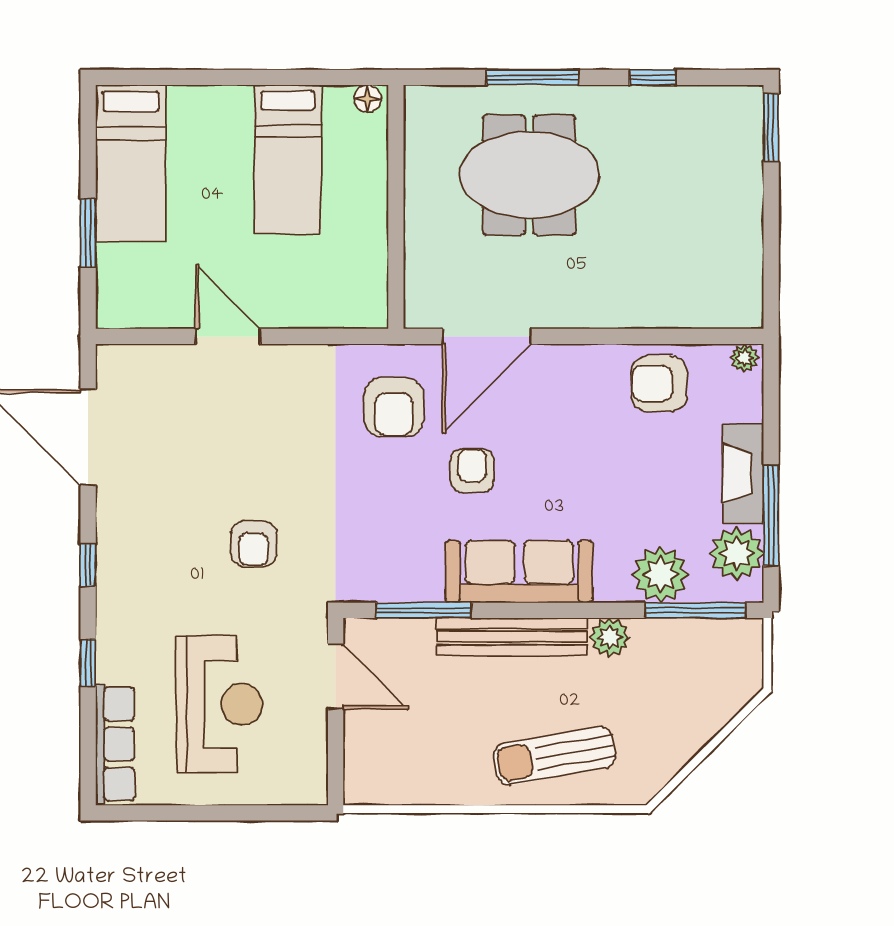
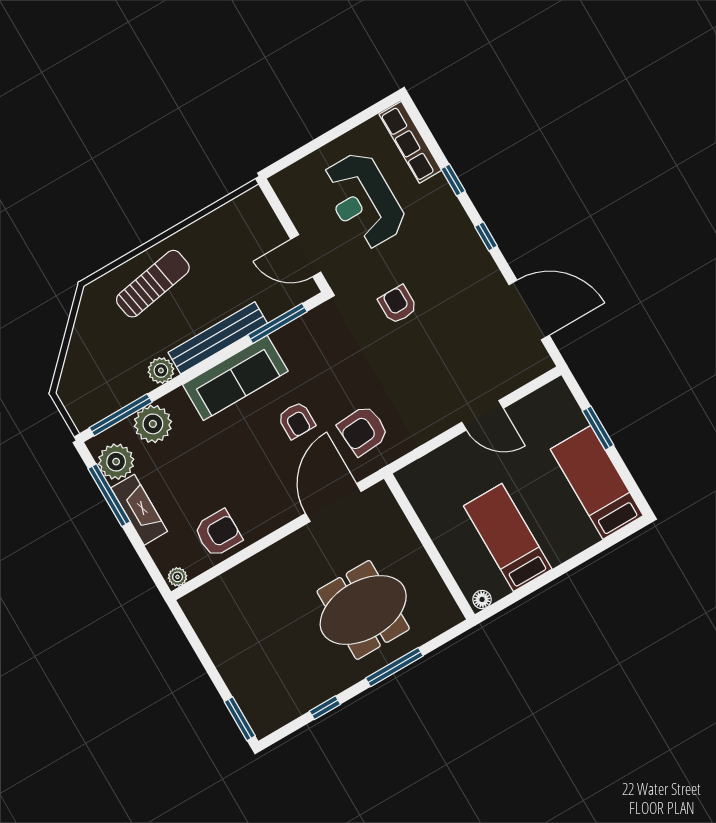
armchair: (394, 407) -> (363, 430), turned -94

